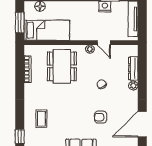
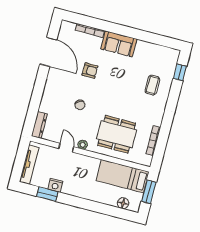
dining table: (62, 66) -> (117, 134), turned 90
dresser: (133, 68) -> (39, 125), moved
plant: (133, 86) -> (47, 95), removed
door: (142, 124) -> (48, 52), hinge flipped

